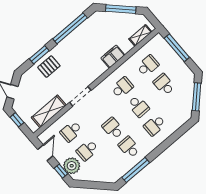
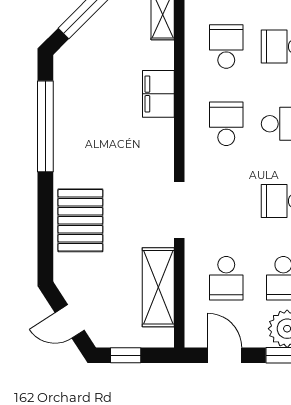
window: (39, 55) -> (45, 219), removed
pallet: (49, 67) -> (80, 220), width x1.50, depth x1.42

